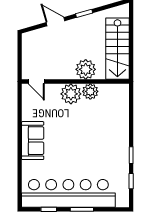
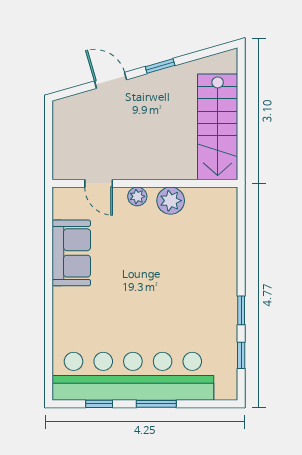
plant: (86, 69) -> (163, 163), removed
door: (36, 81) -> (99, 183), moved
plant: (71, 94) -> (137, 196), width x0.53, depth x0.53
sofa: (33, 141) -> (71, 253), moved

